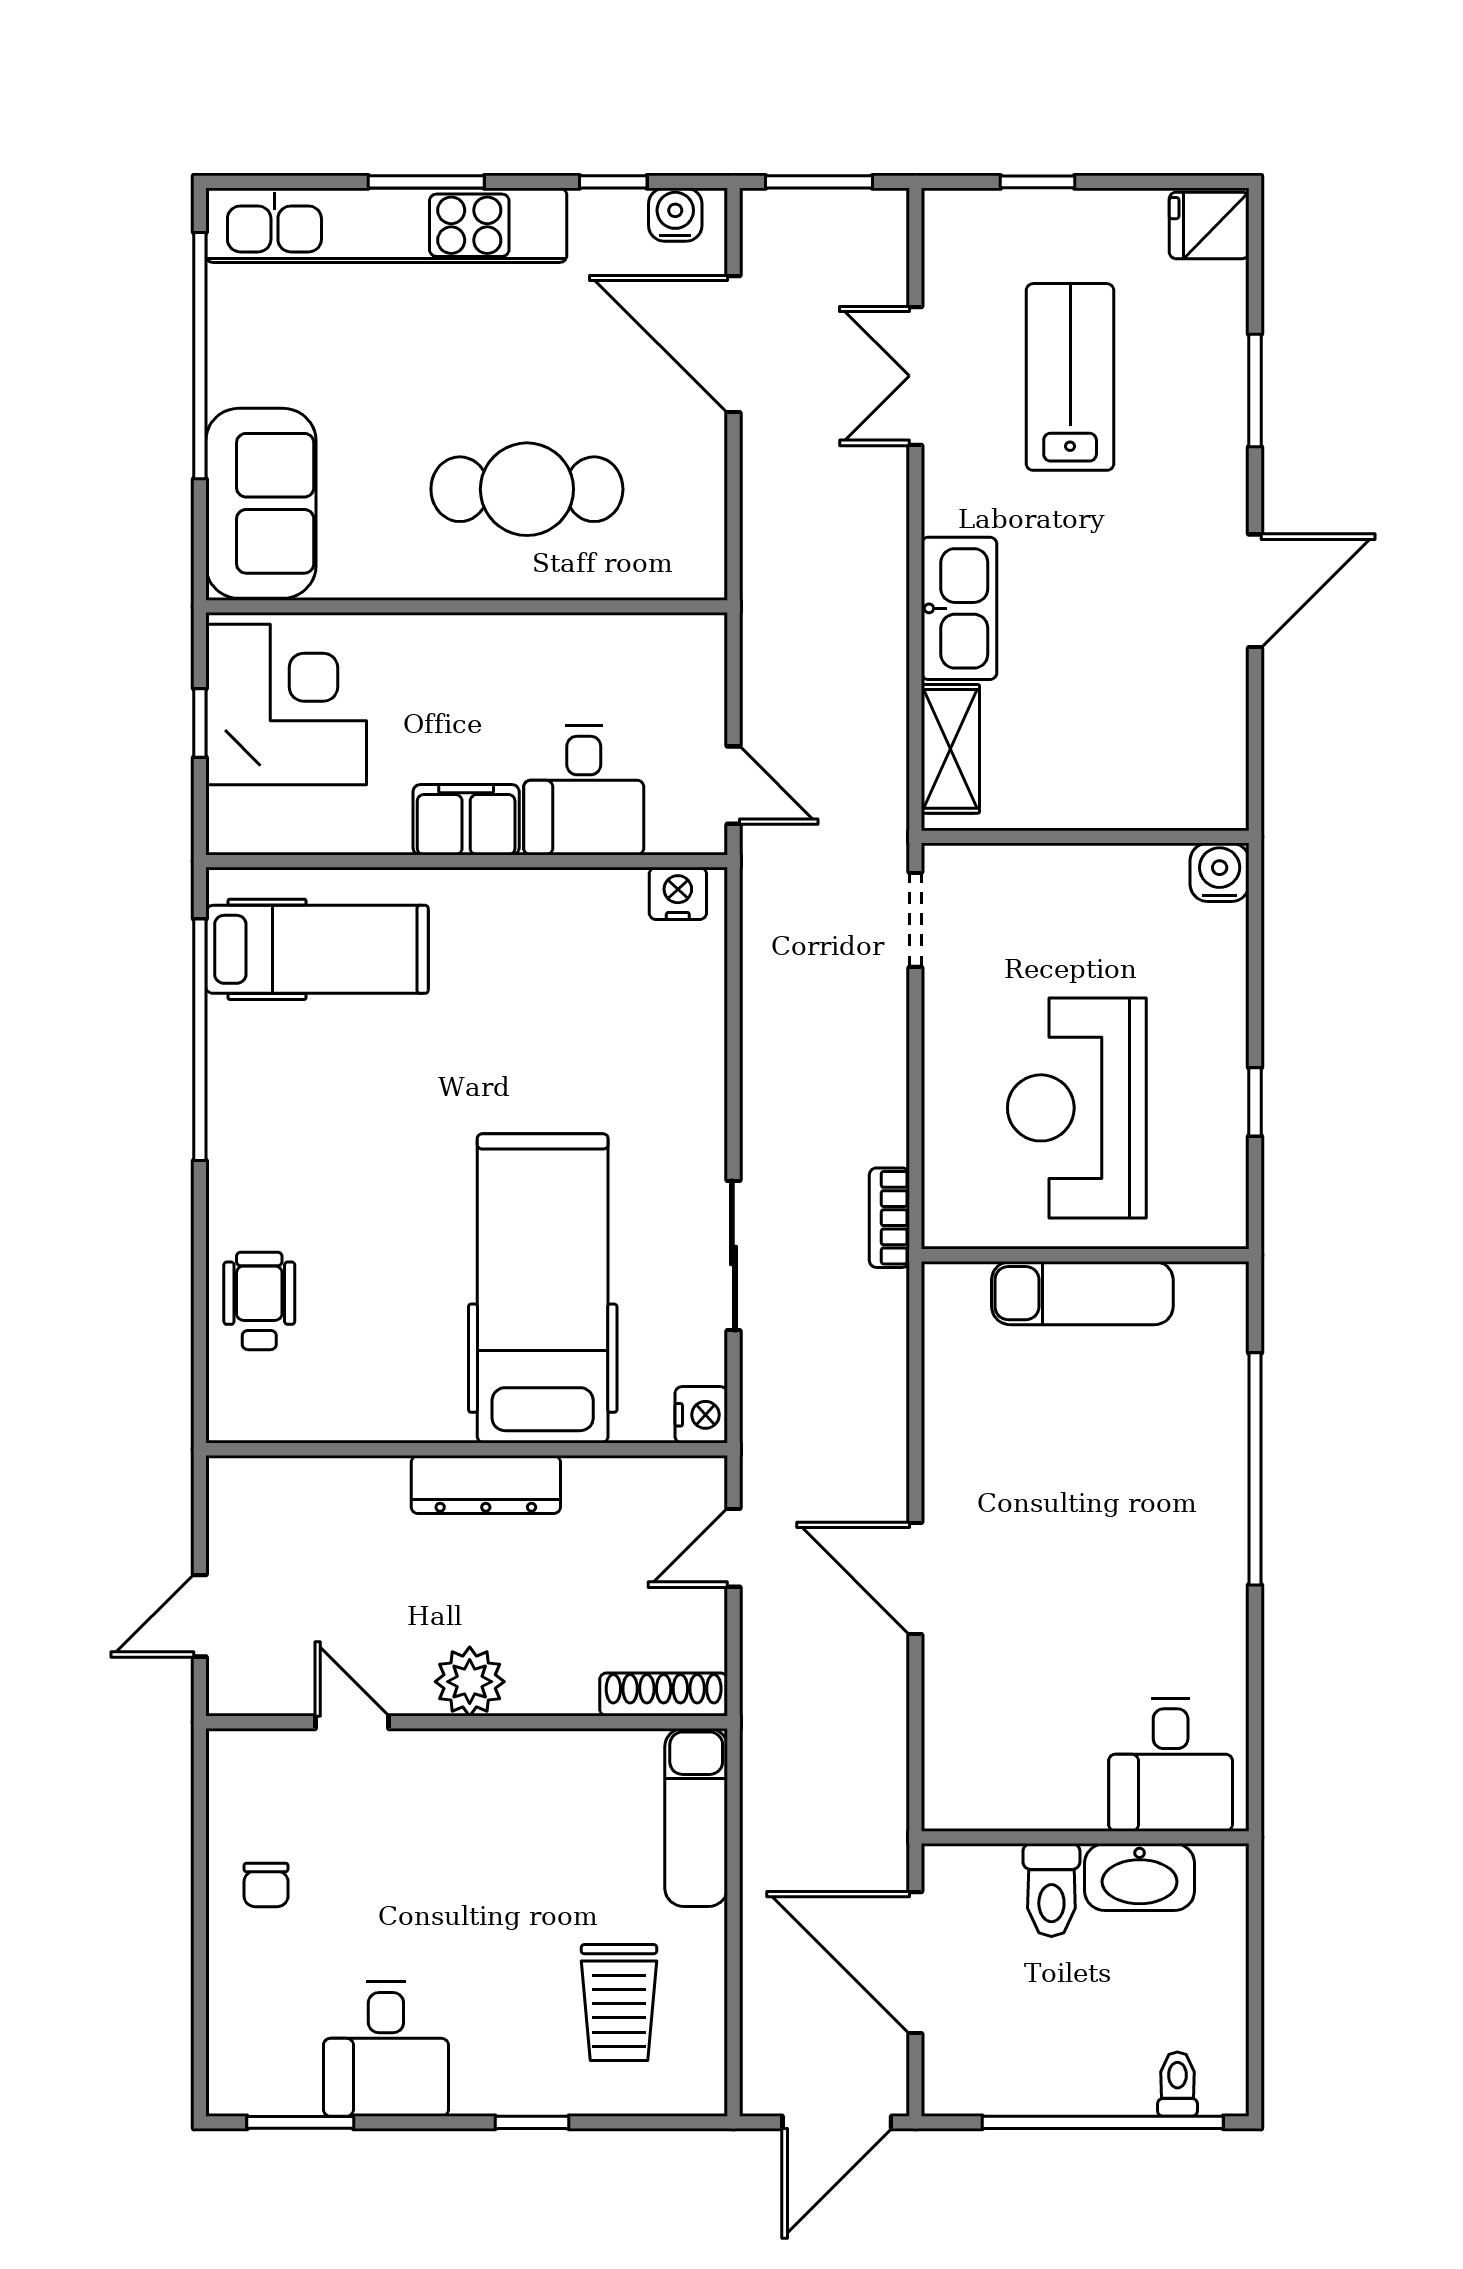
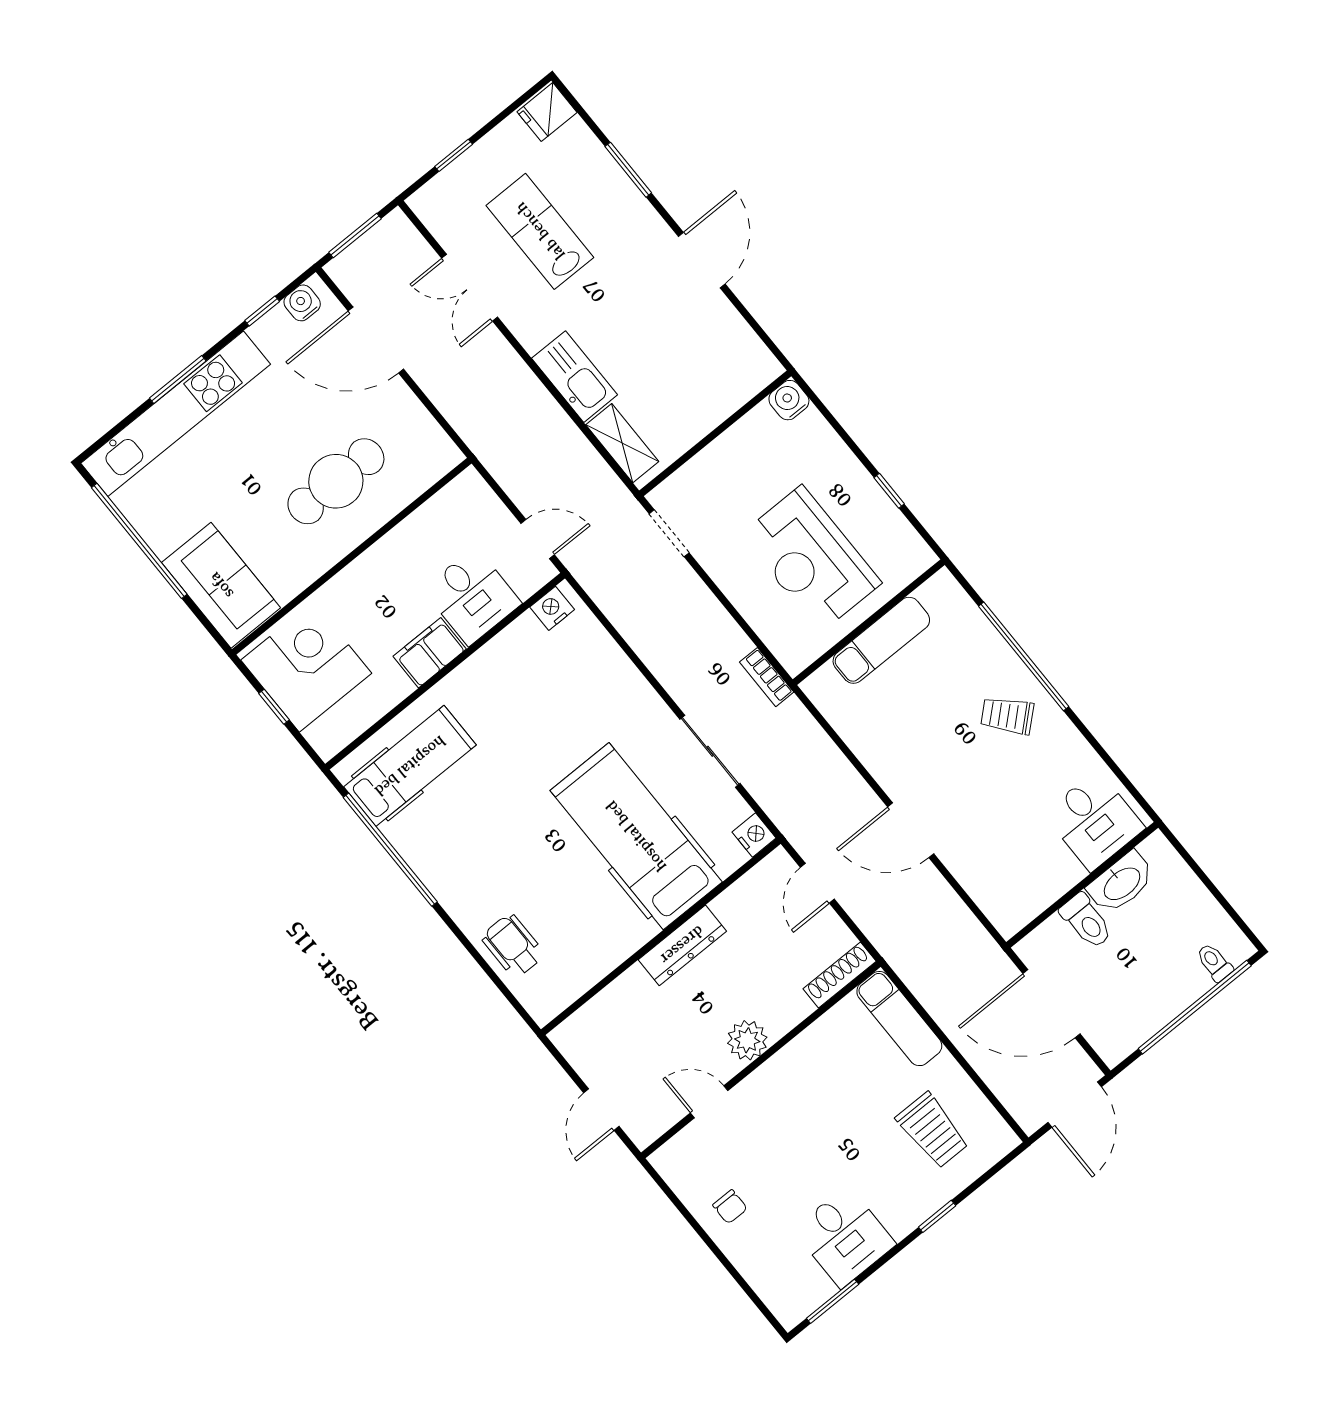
trolley: (1169, 1530) -> (1007, 716), added

